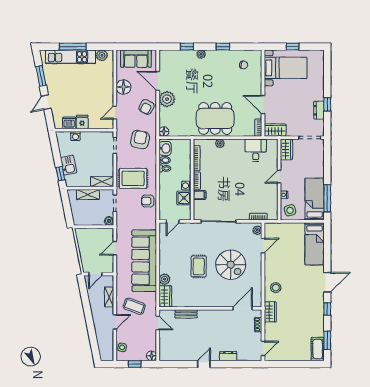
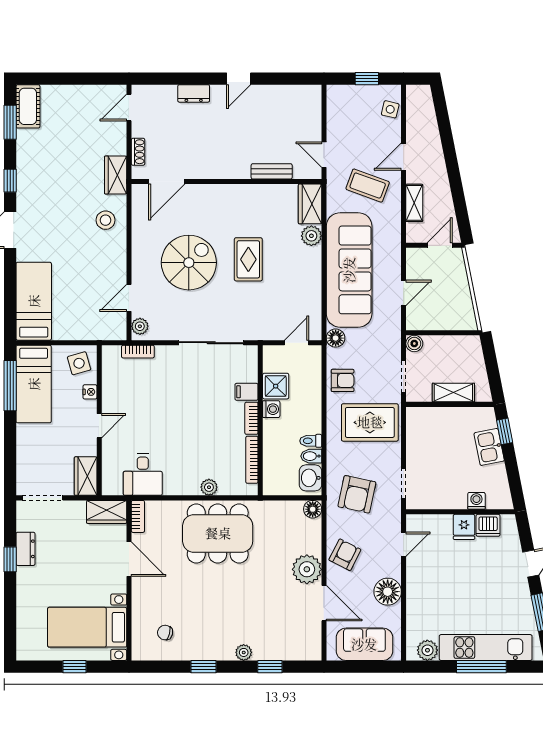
shelving: (102, 182) -> (427, 416), removed
spiral stairs: (231, 265) -> (189, 263), turned 90
floor lamp: (152, 356) -> (336, 338), moved

